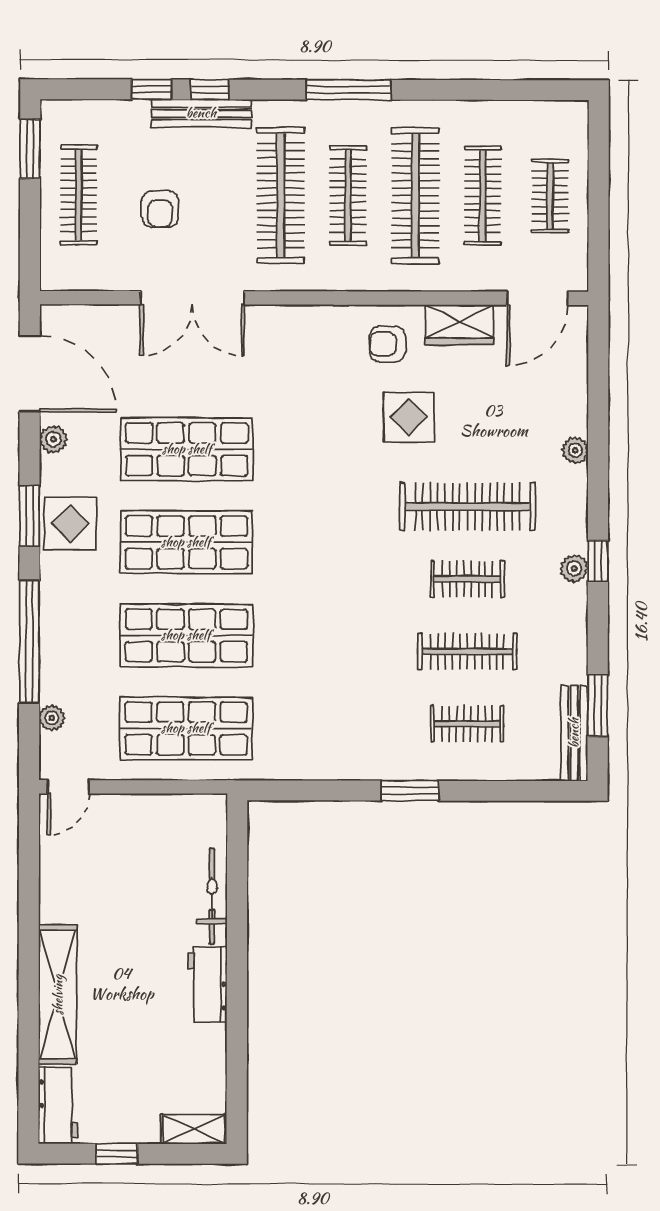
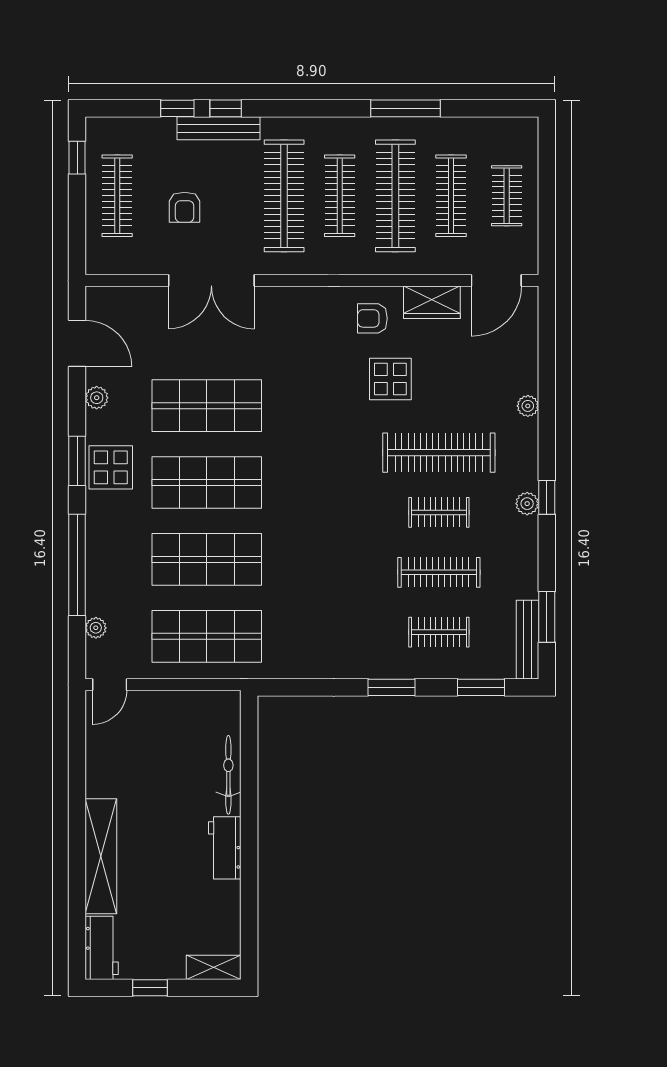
window: (348, 90) -> (405, 108), moved
window: (30, 149) -> (77, 158), width x0.67
door: (30, 374) -> (77, 343), width x0.73
window: (518, 791) -> (481, 687), added

